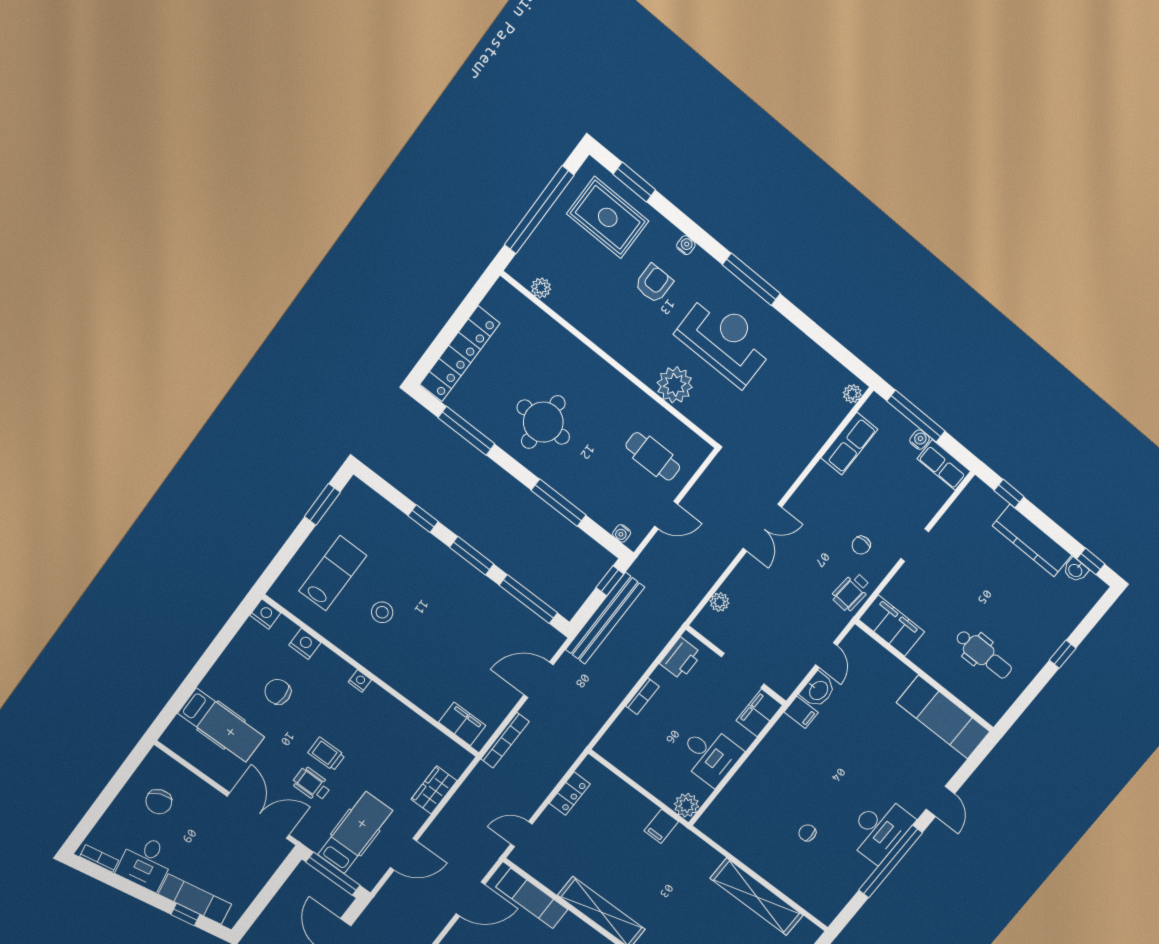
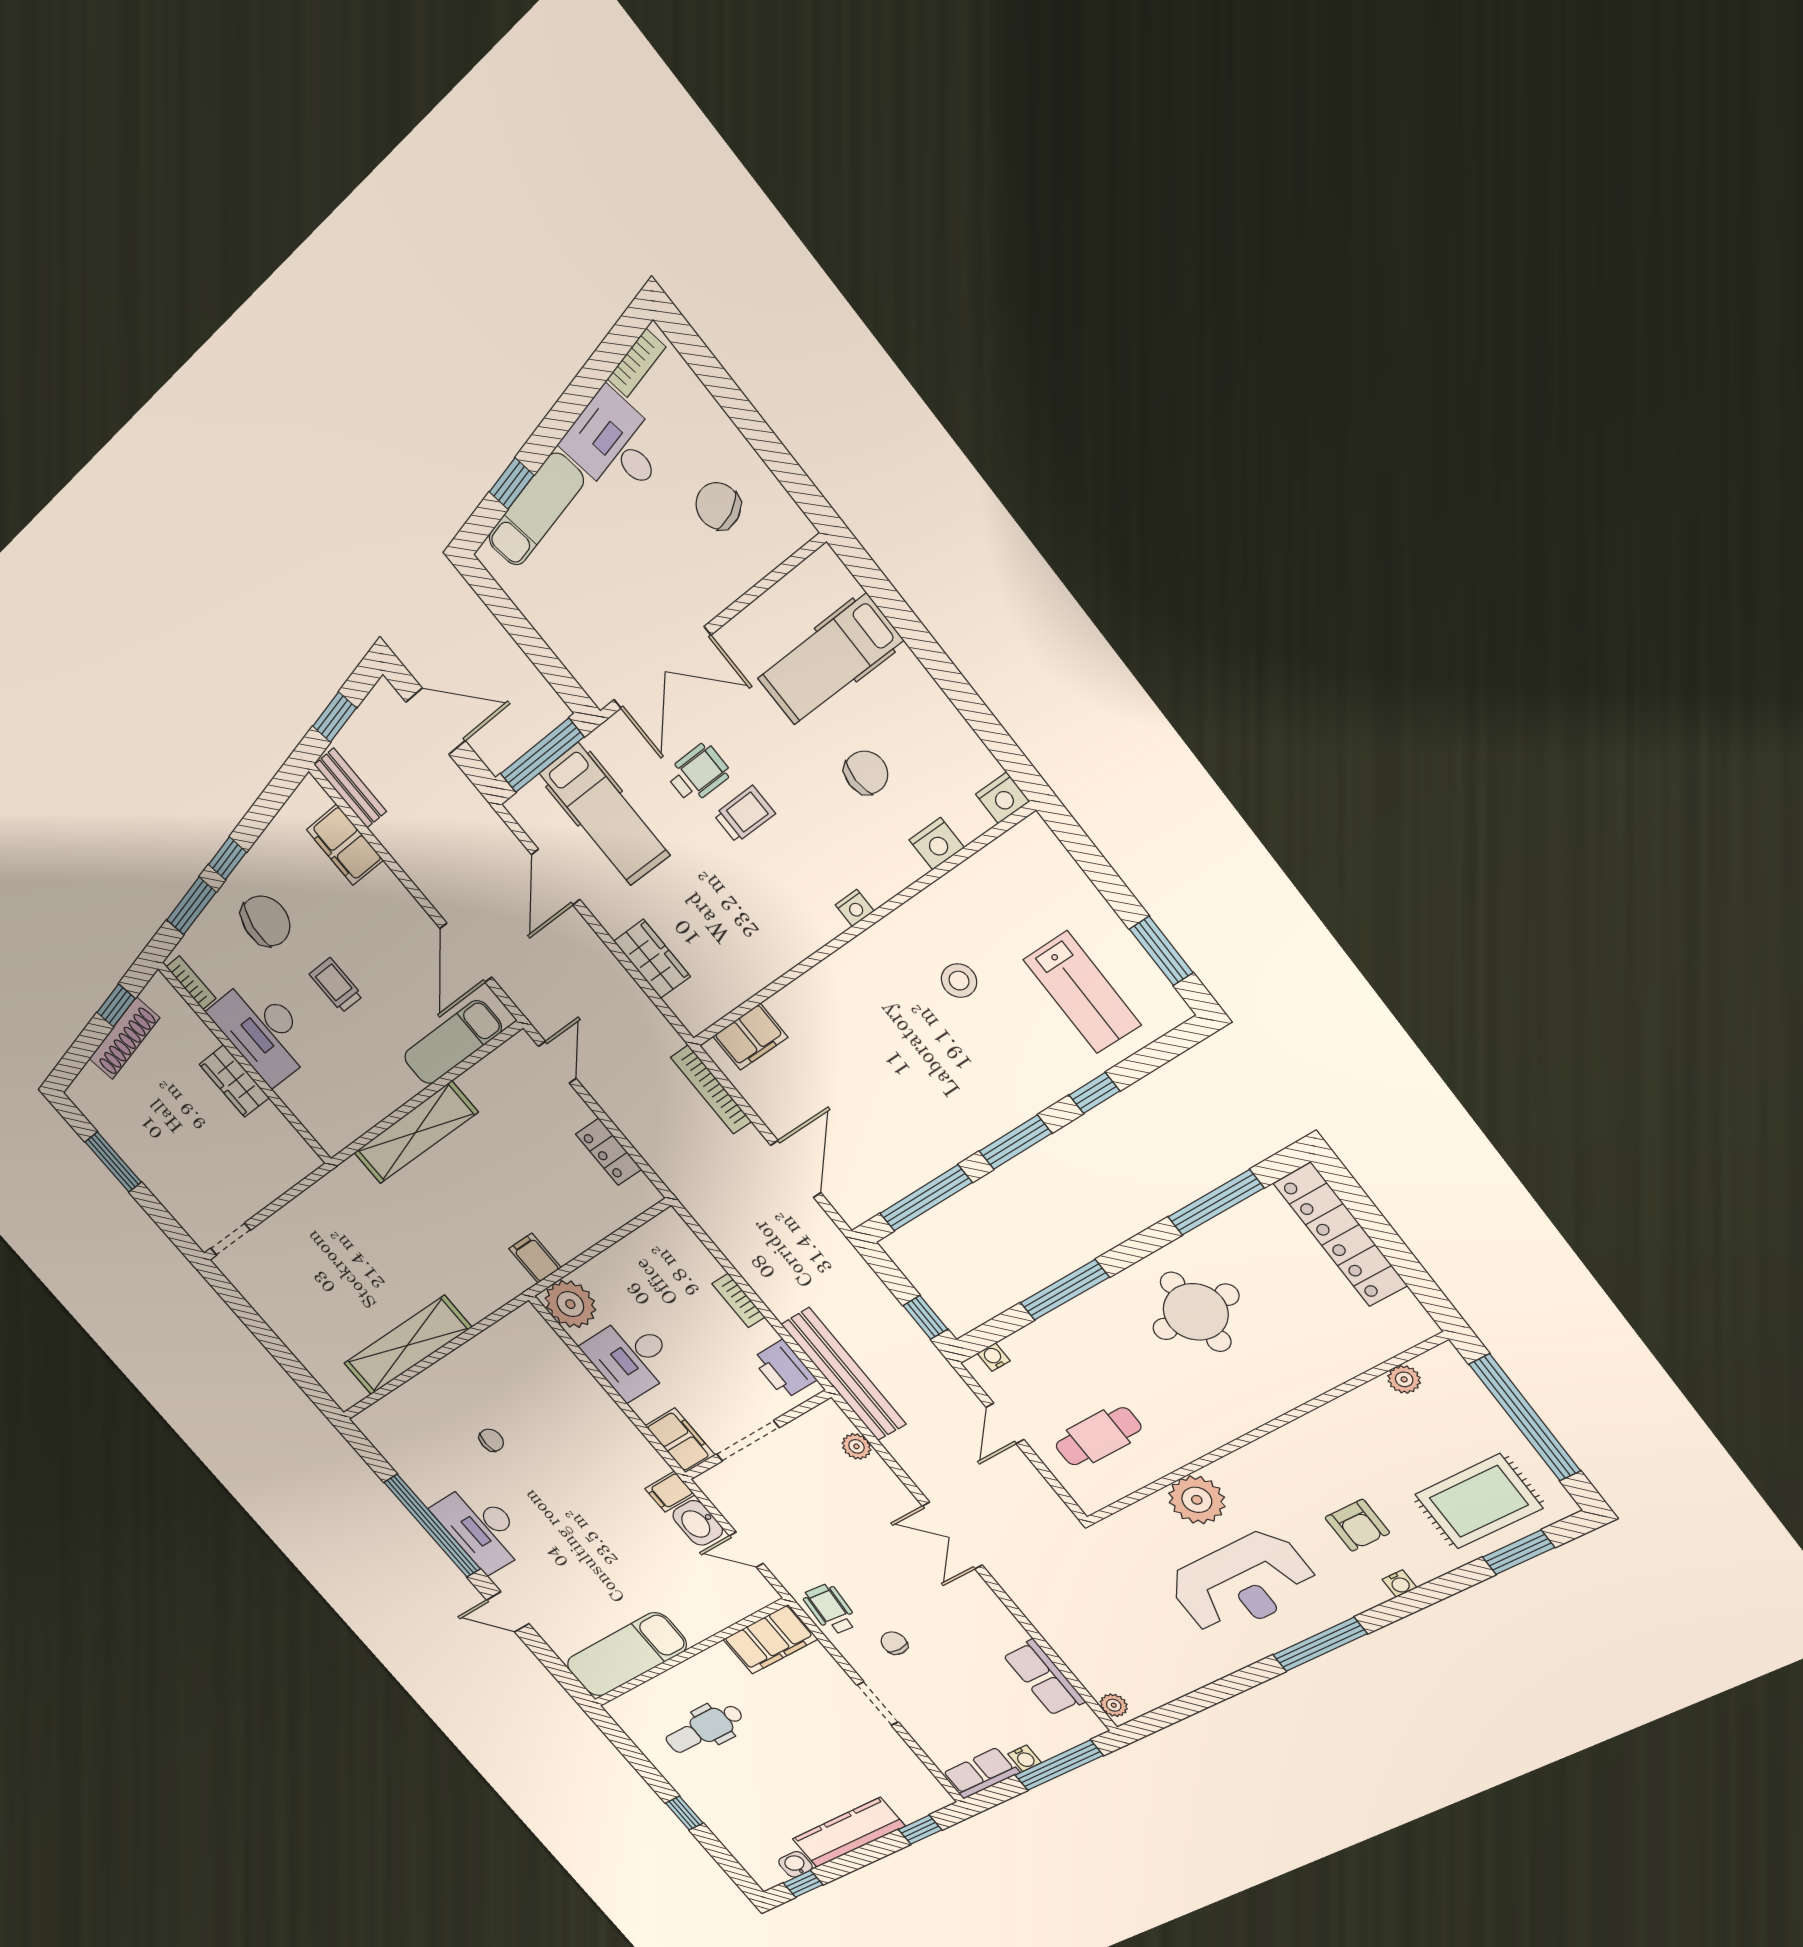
lab bench: (333, 573) -> (1082, 992), moved
bench: (605, 618) -> (844, 1374), moved
plant: (686, 805) -> (570, 1304), width x1.36, depth x1.36

